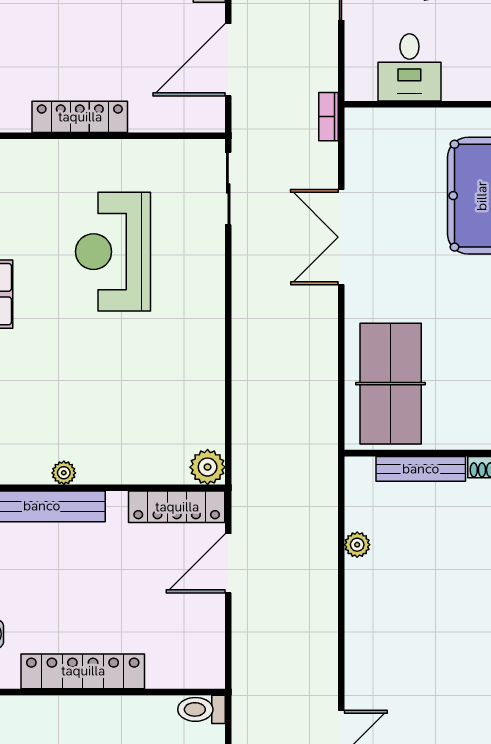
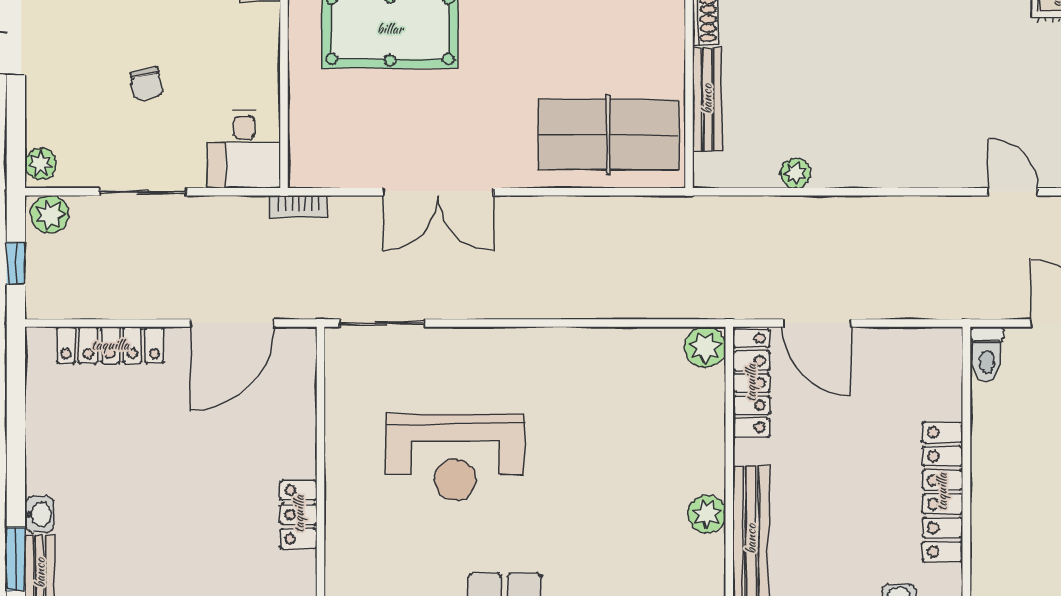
door: (228, 60) -> (232, 323), hinge flipped
desk: (409, 67) -> (244, 149), moved, turned 90
locker: (80, 117) -> (299, 514), width x0.66
plant: (64, 473) -> (707, 514), width x1.38, depth x1.38

